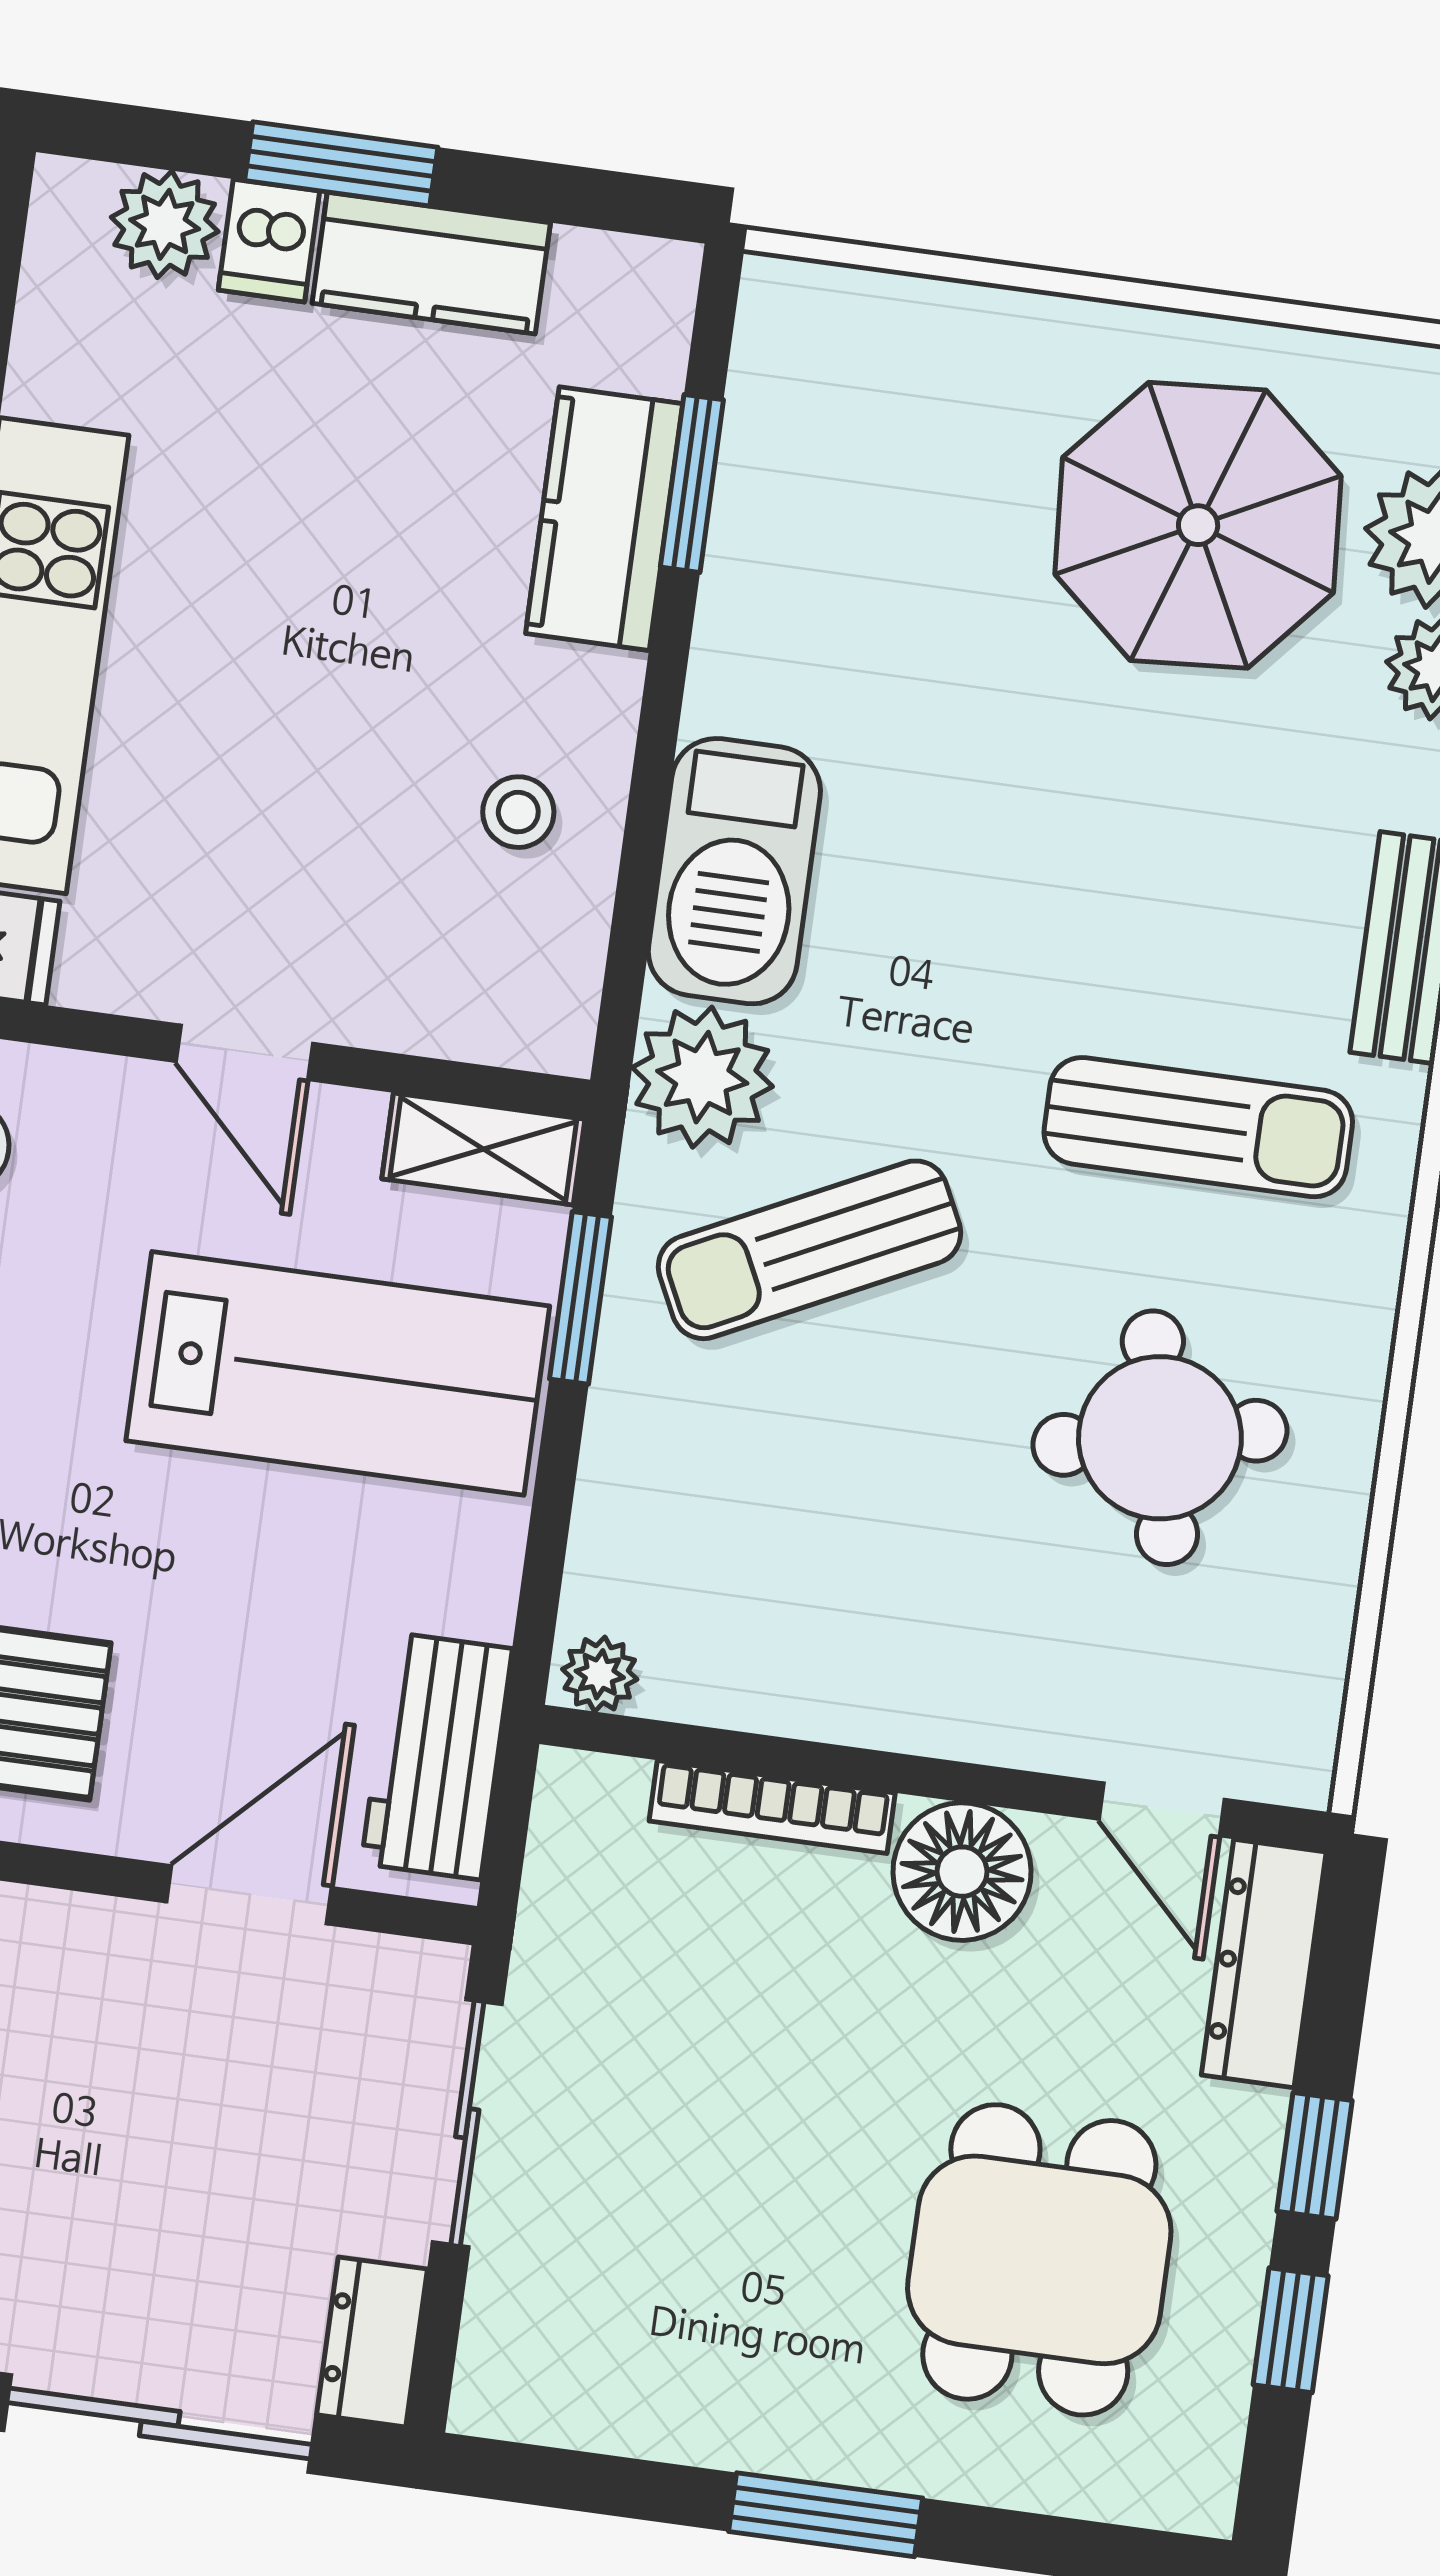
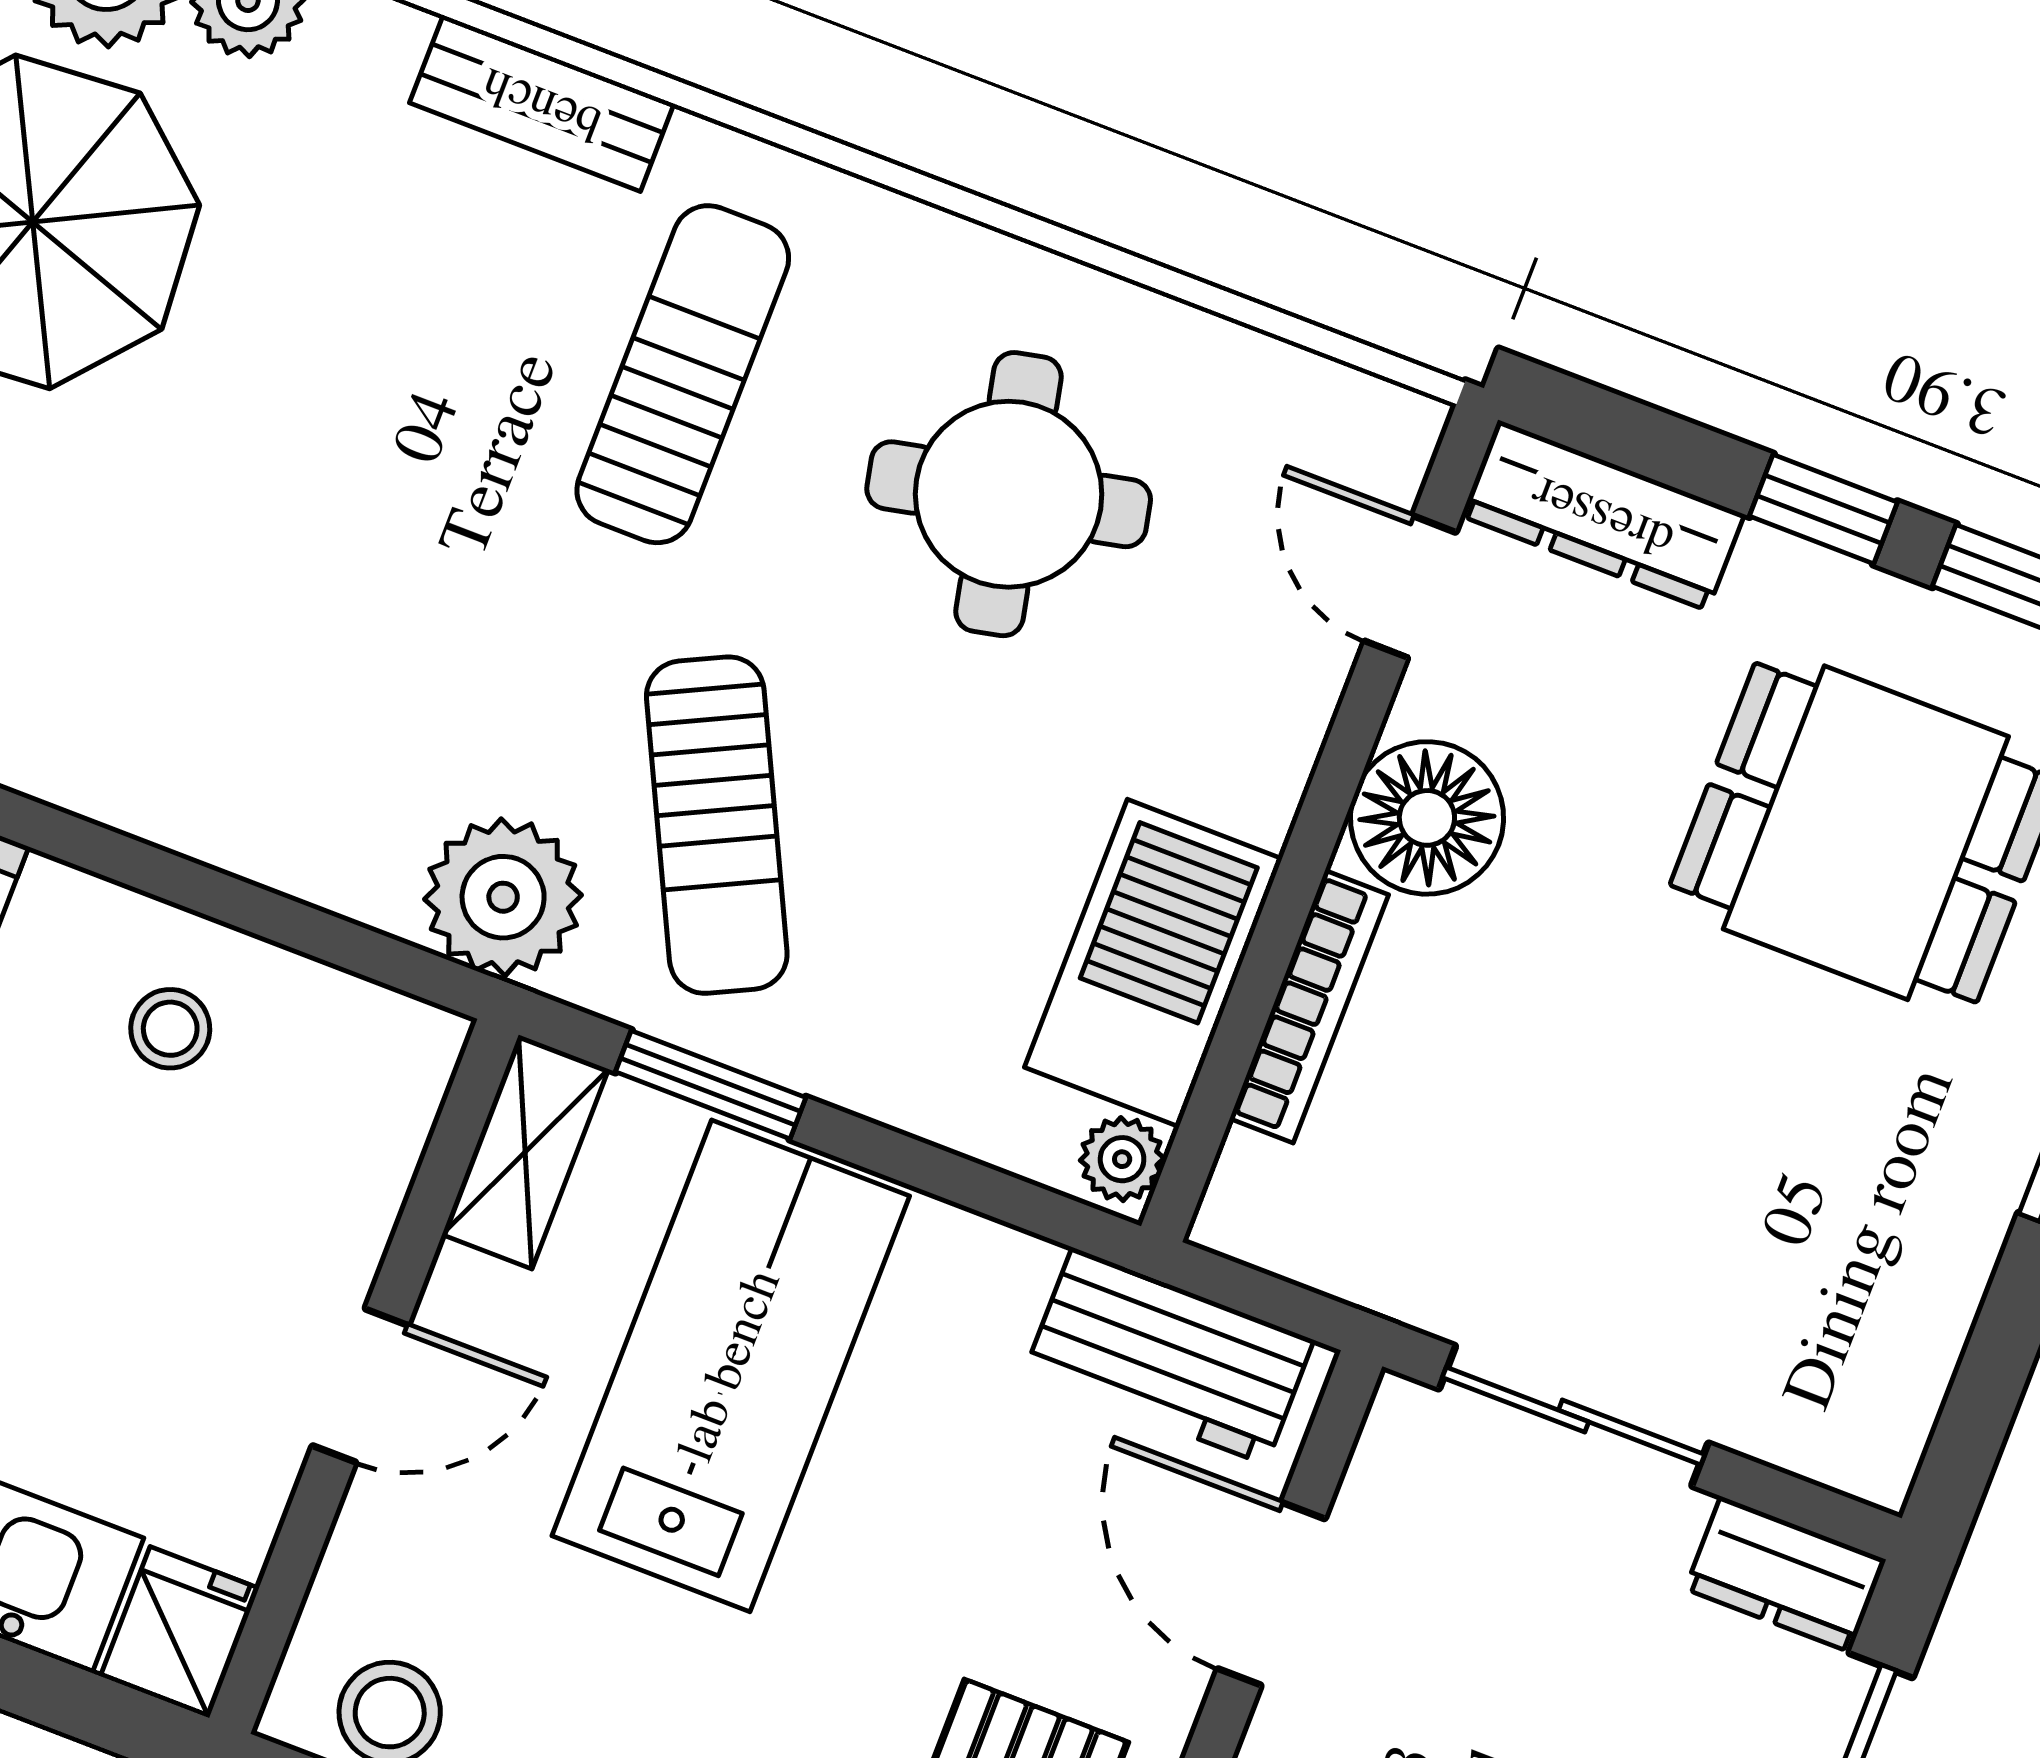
barbecue: (734, 871) -> (1153, 963), moved, turned -90
door: (1162, 1809) -> (1410, 587), swing flipped

